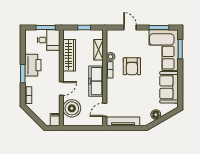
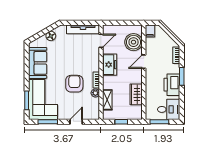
door: (130, 27) -> (76, 122), swing flipped
desk: (49, 40) -> (169, 109), moved, turned 180
wardrobe: (69, 55) -> (136, 94), width x0.67
freezer: (96, 81) -> (110, 65), width x0.71

